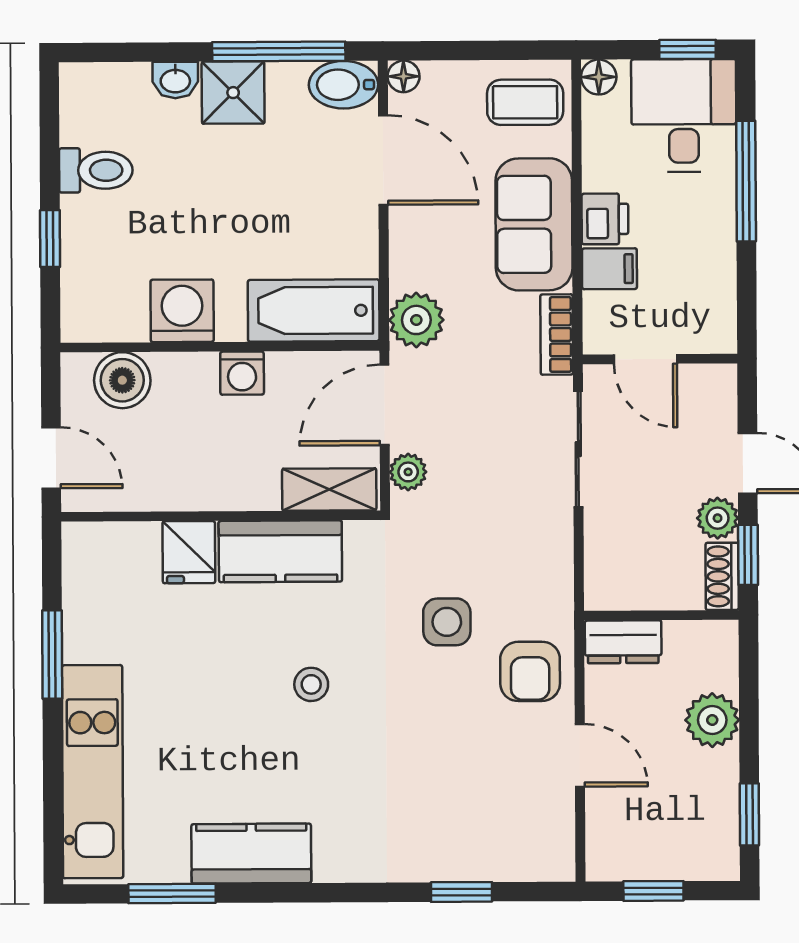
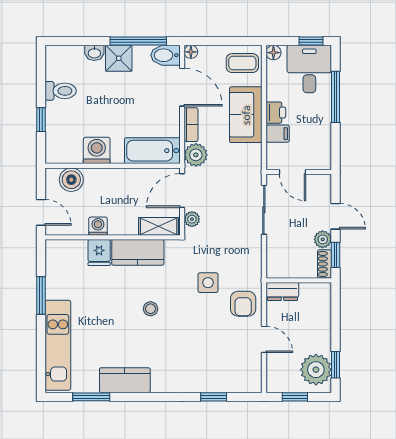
bookcase: (557, 334) -> (191, 125), moved, turned 180
washing machine: (242, 373) -> (98, 226), moved, turned 180
plant: (712, 720) -> (316, 370), moved, width x1.36, depth x1.36

